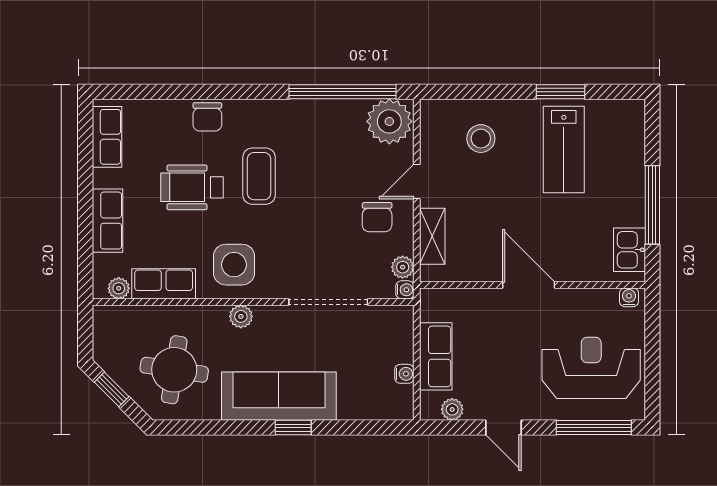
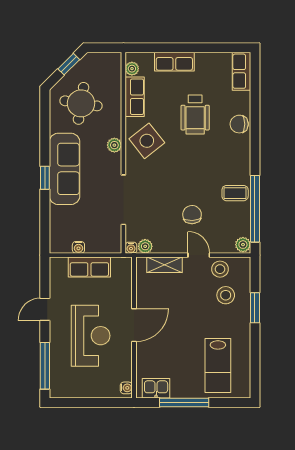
window: (560, 92) -> (255, 308), moved
plant: (389, 121) -> (243, 245), width x0.53, depth x0.53
row of seats: (107, 137) -> (241, 71), moved, turned 90
stool: (439, 148) -> (220, 269), added
lab bench: (564, 149) -> (218, 366), moved, turned -90
coffee table: (259, 176) -> (235, 193), moved, width x0.73, depth x0.77
wheelchair: (192, 187) -> (195, 114), turned 180
chair: (377, 217) -> (192, 215), moved, turned 87
side table: (234, 265) -> (147, 141), turned -38
reception desk: (591, 368) -> (91, 336), moved
plant: (452, 409) -> (56, 277), removed

